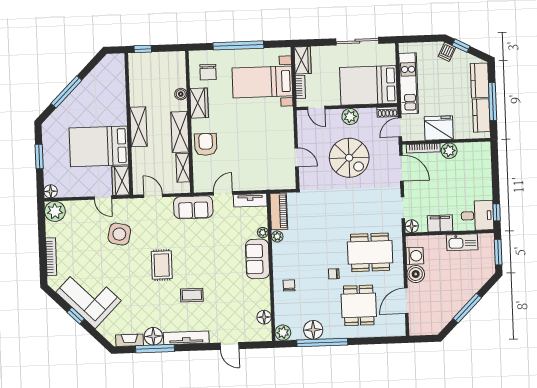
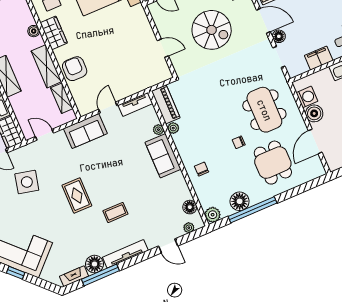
floor lamp: (412, 226) -> (279, 36), moved
dining table: (370, 252) -> (264, 110), turned 90
plant: (256, 336) -> (189, 228), added

